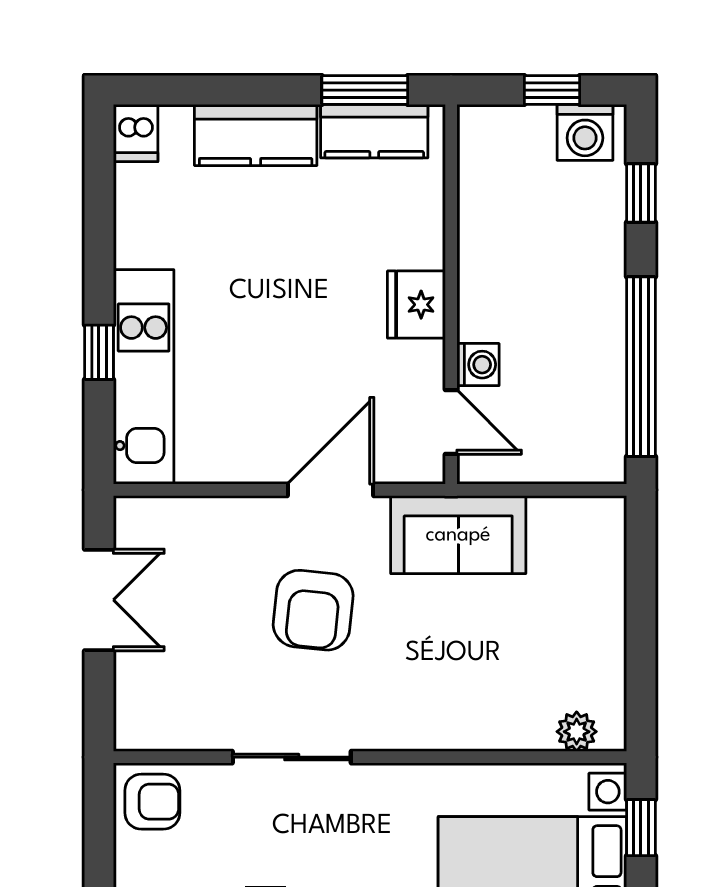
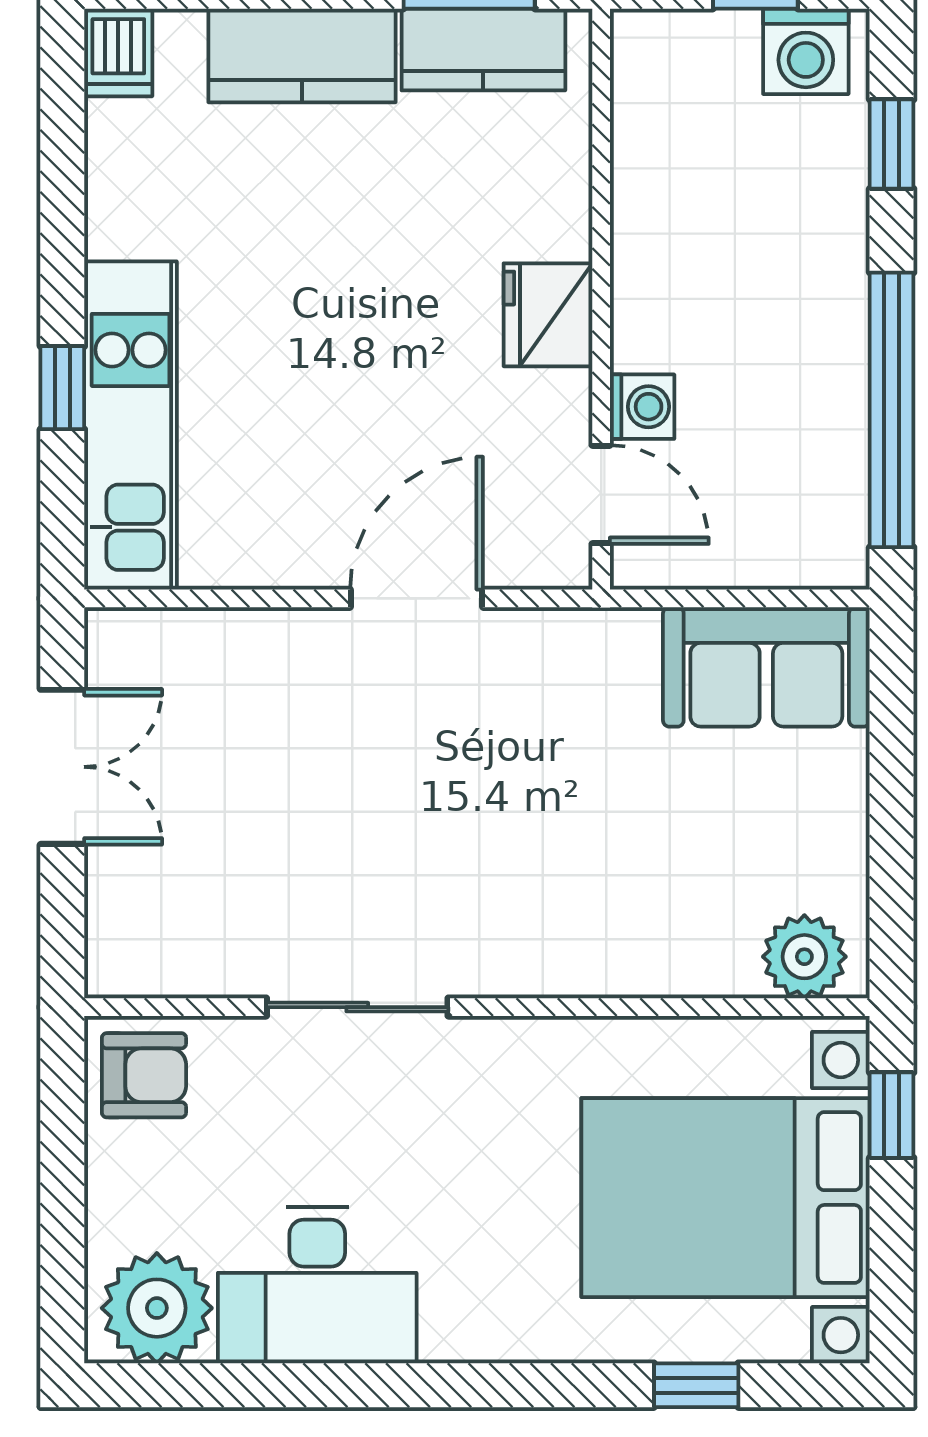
sofa: (458, 535) -> (766, 667), moved
armchair: (313, 610) -> (390, 782), removed
plant: (577, 732) -> (804, 957), width x1.38, depth x1.38

